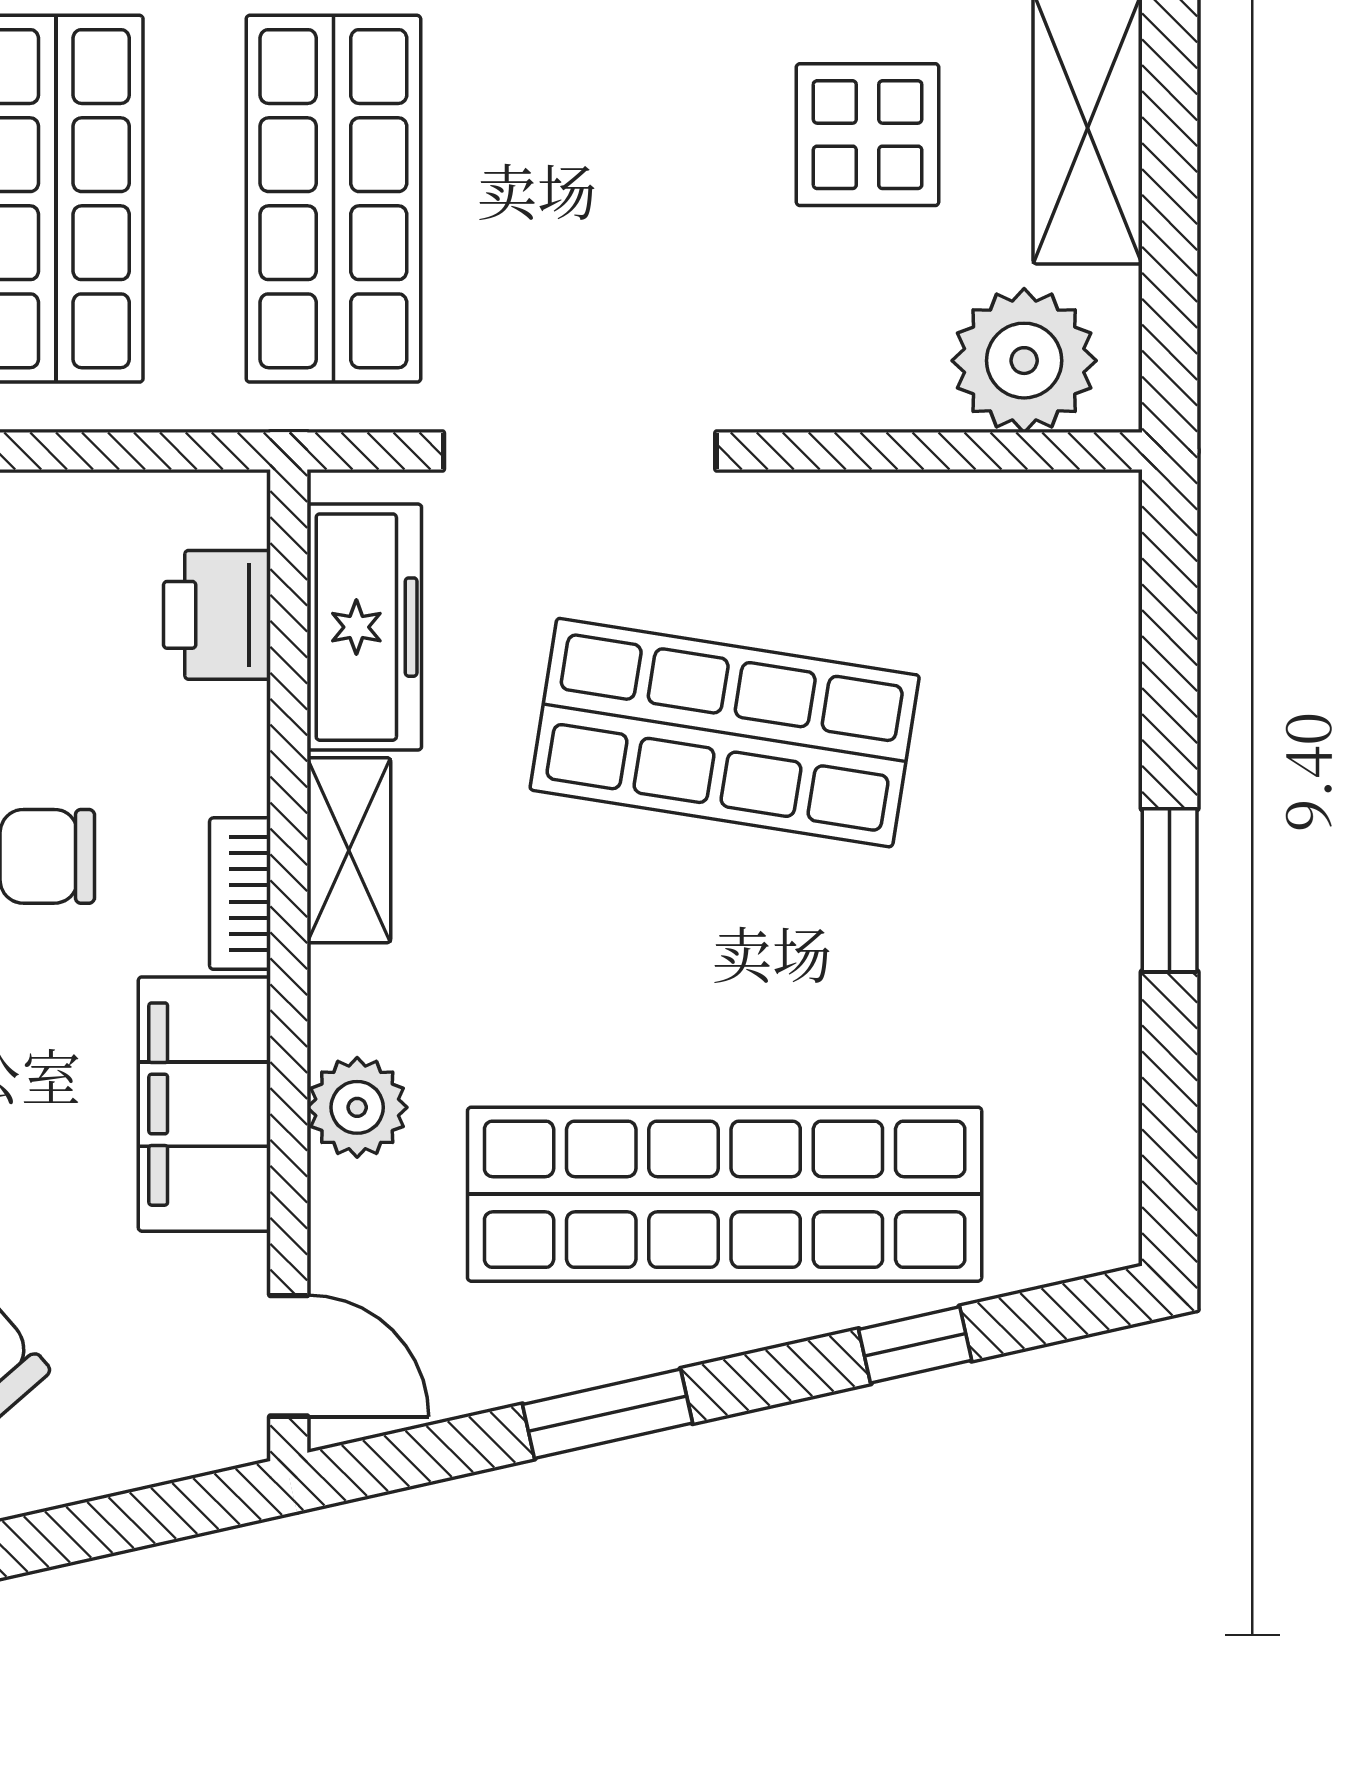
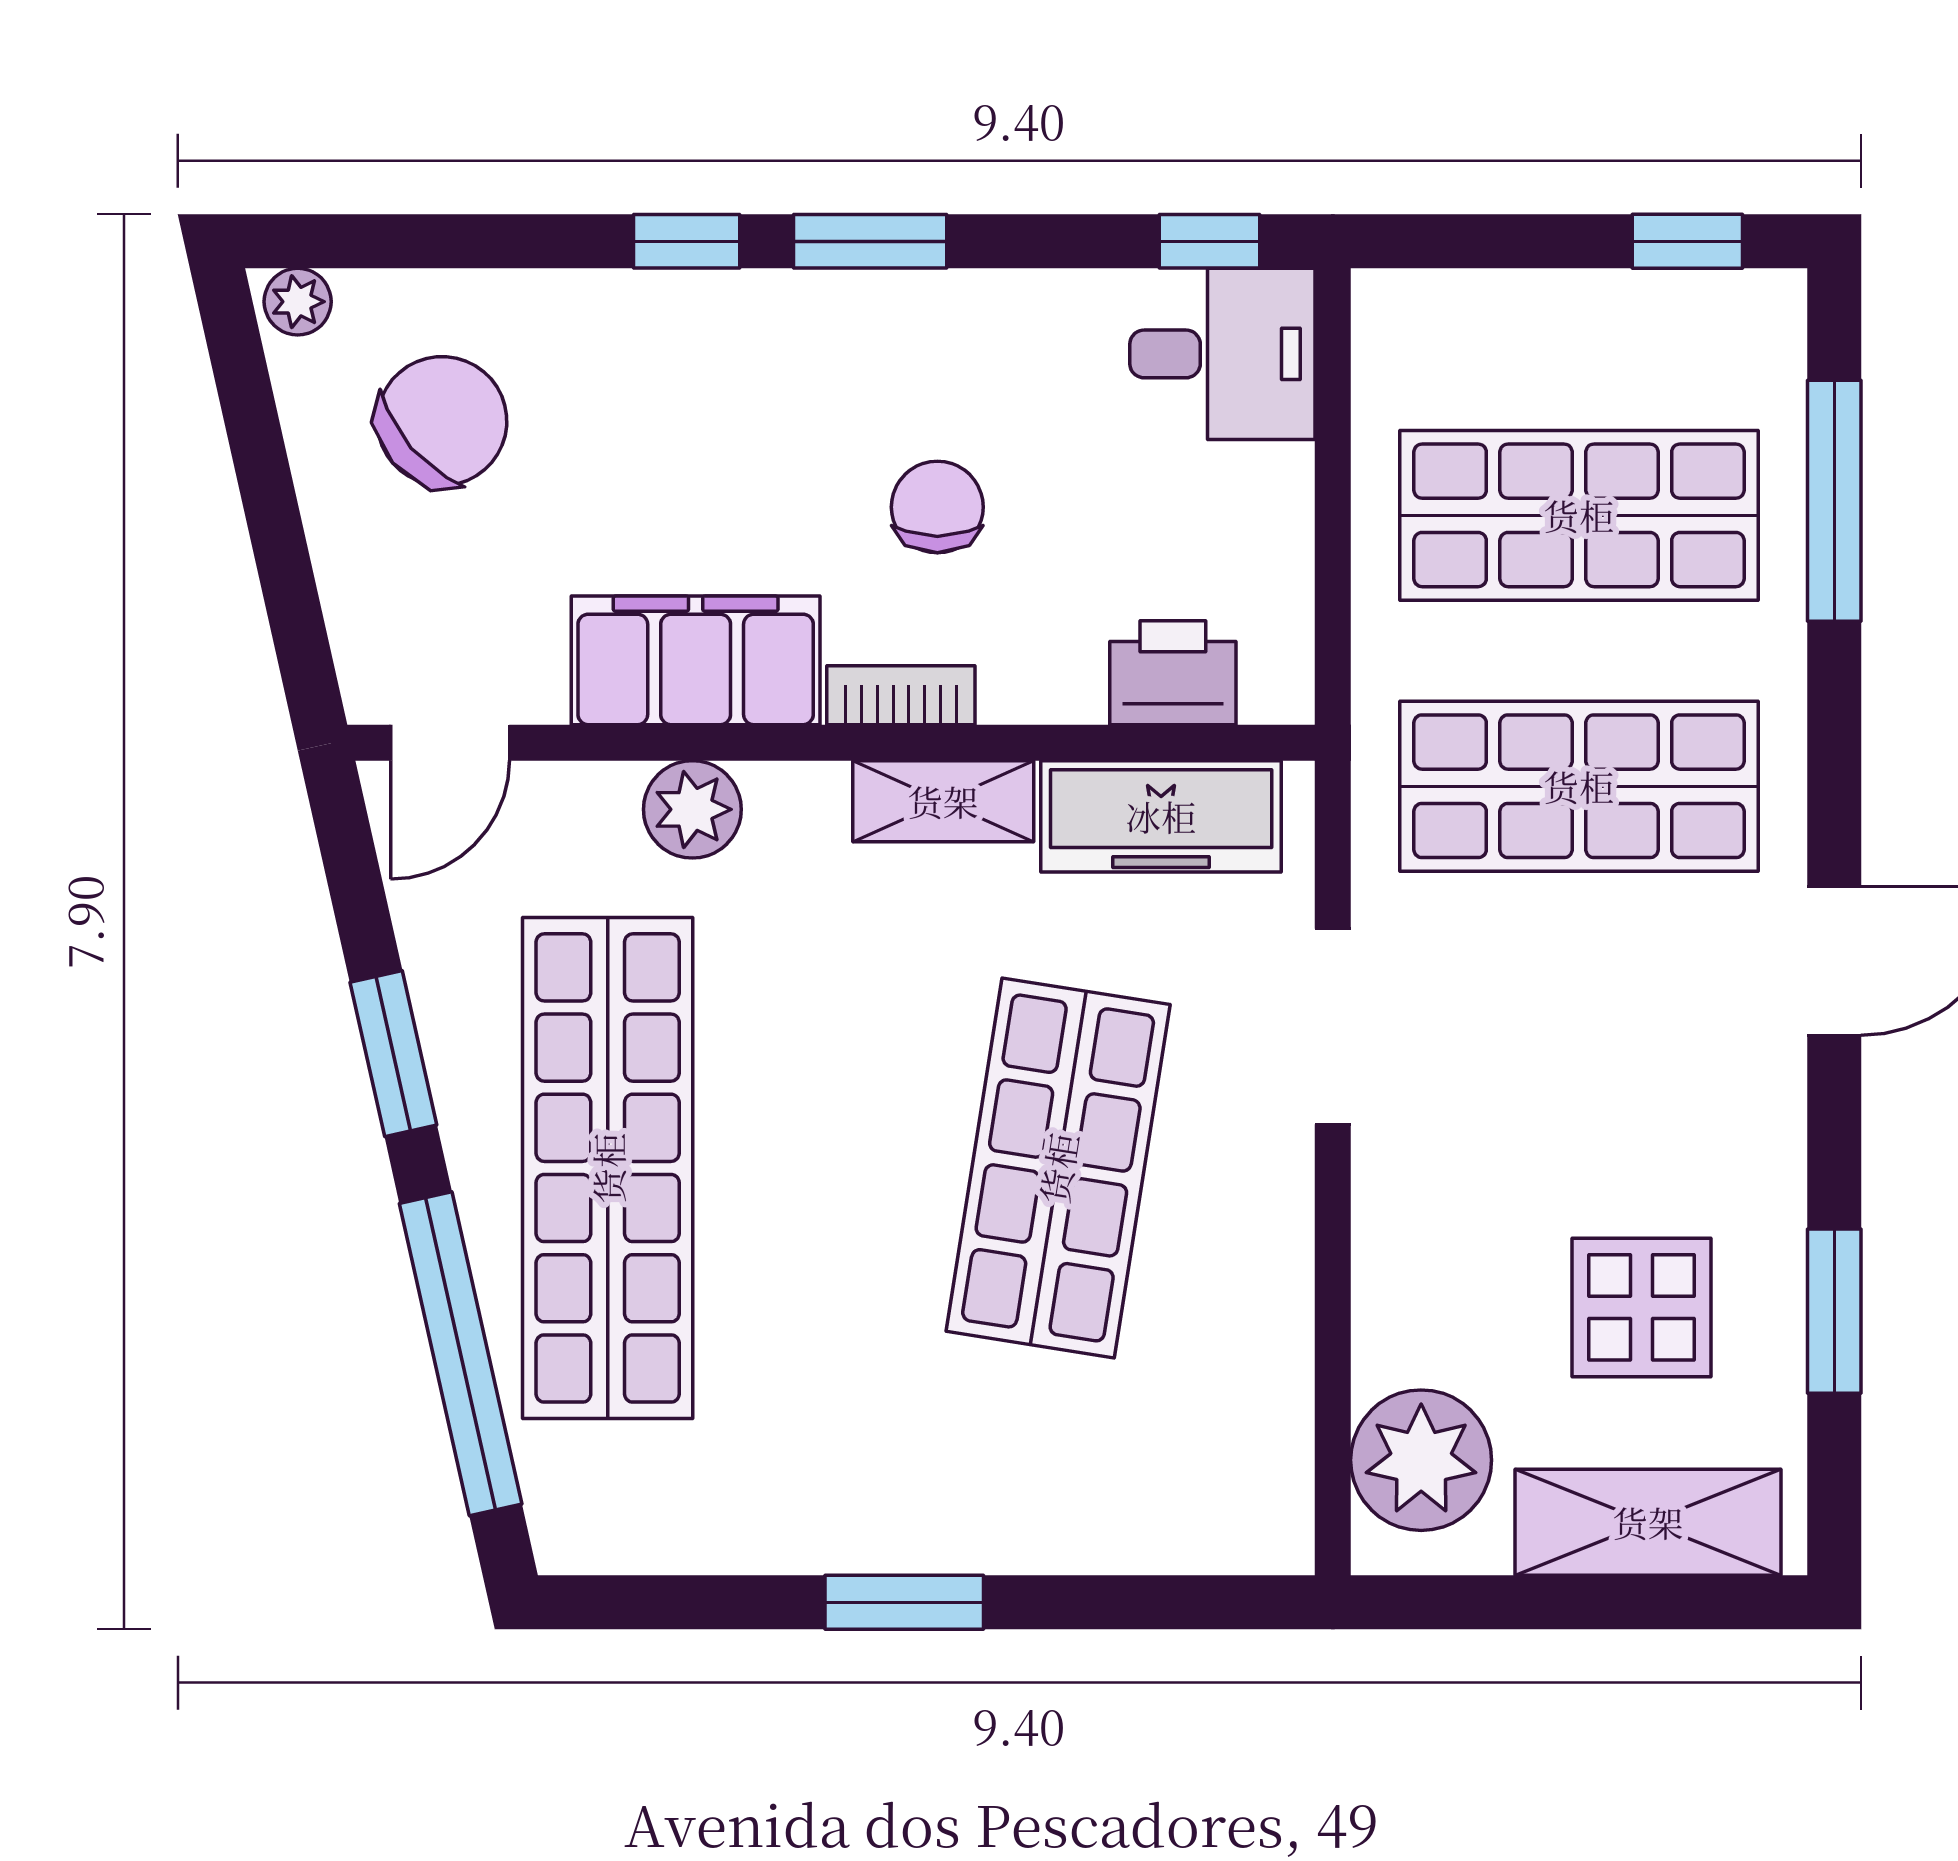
doorway: (580, 451) -> (1333, 1026), width x0.73
window: (915, 1345) -> (461, 1354), width x3.17

